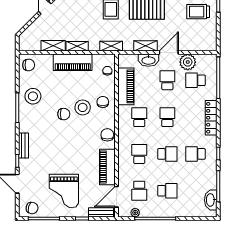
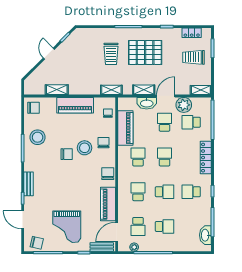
shelving: (77, 46) -> (201, 90), moved

